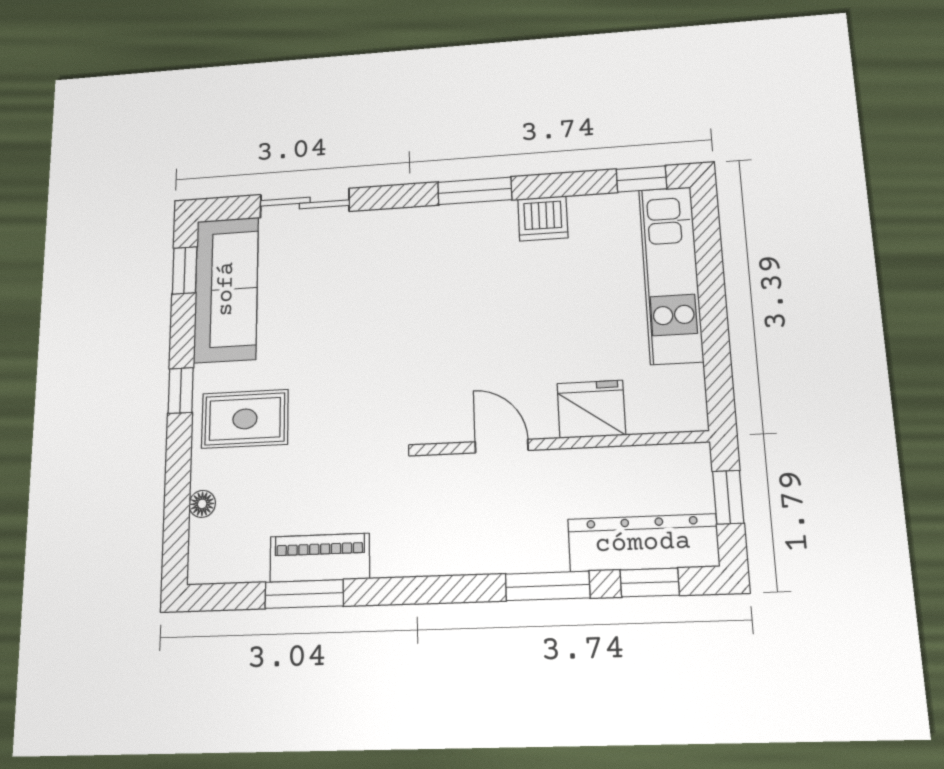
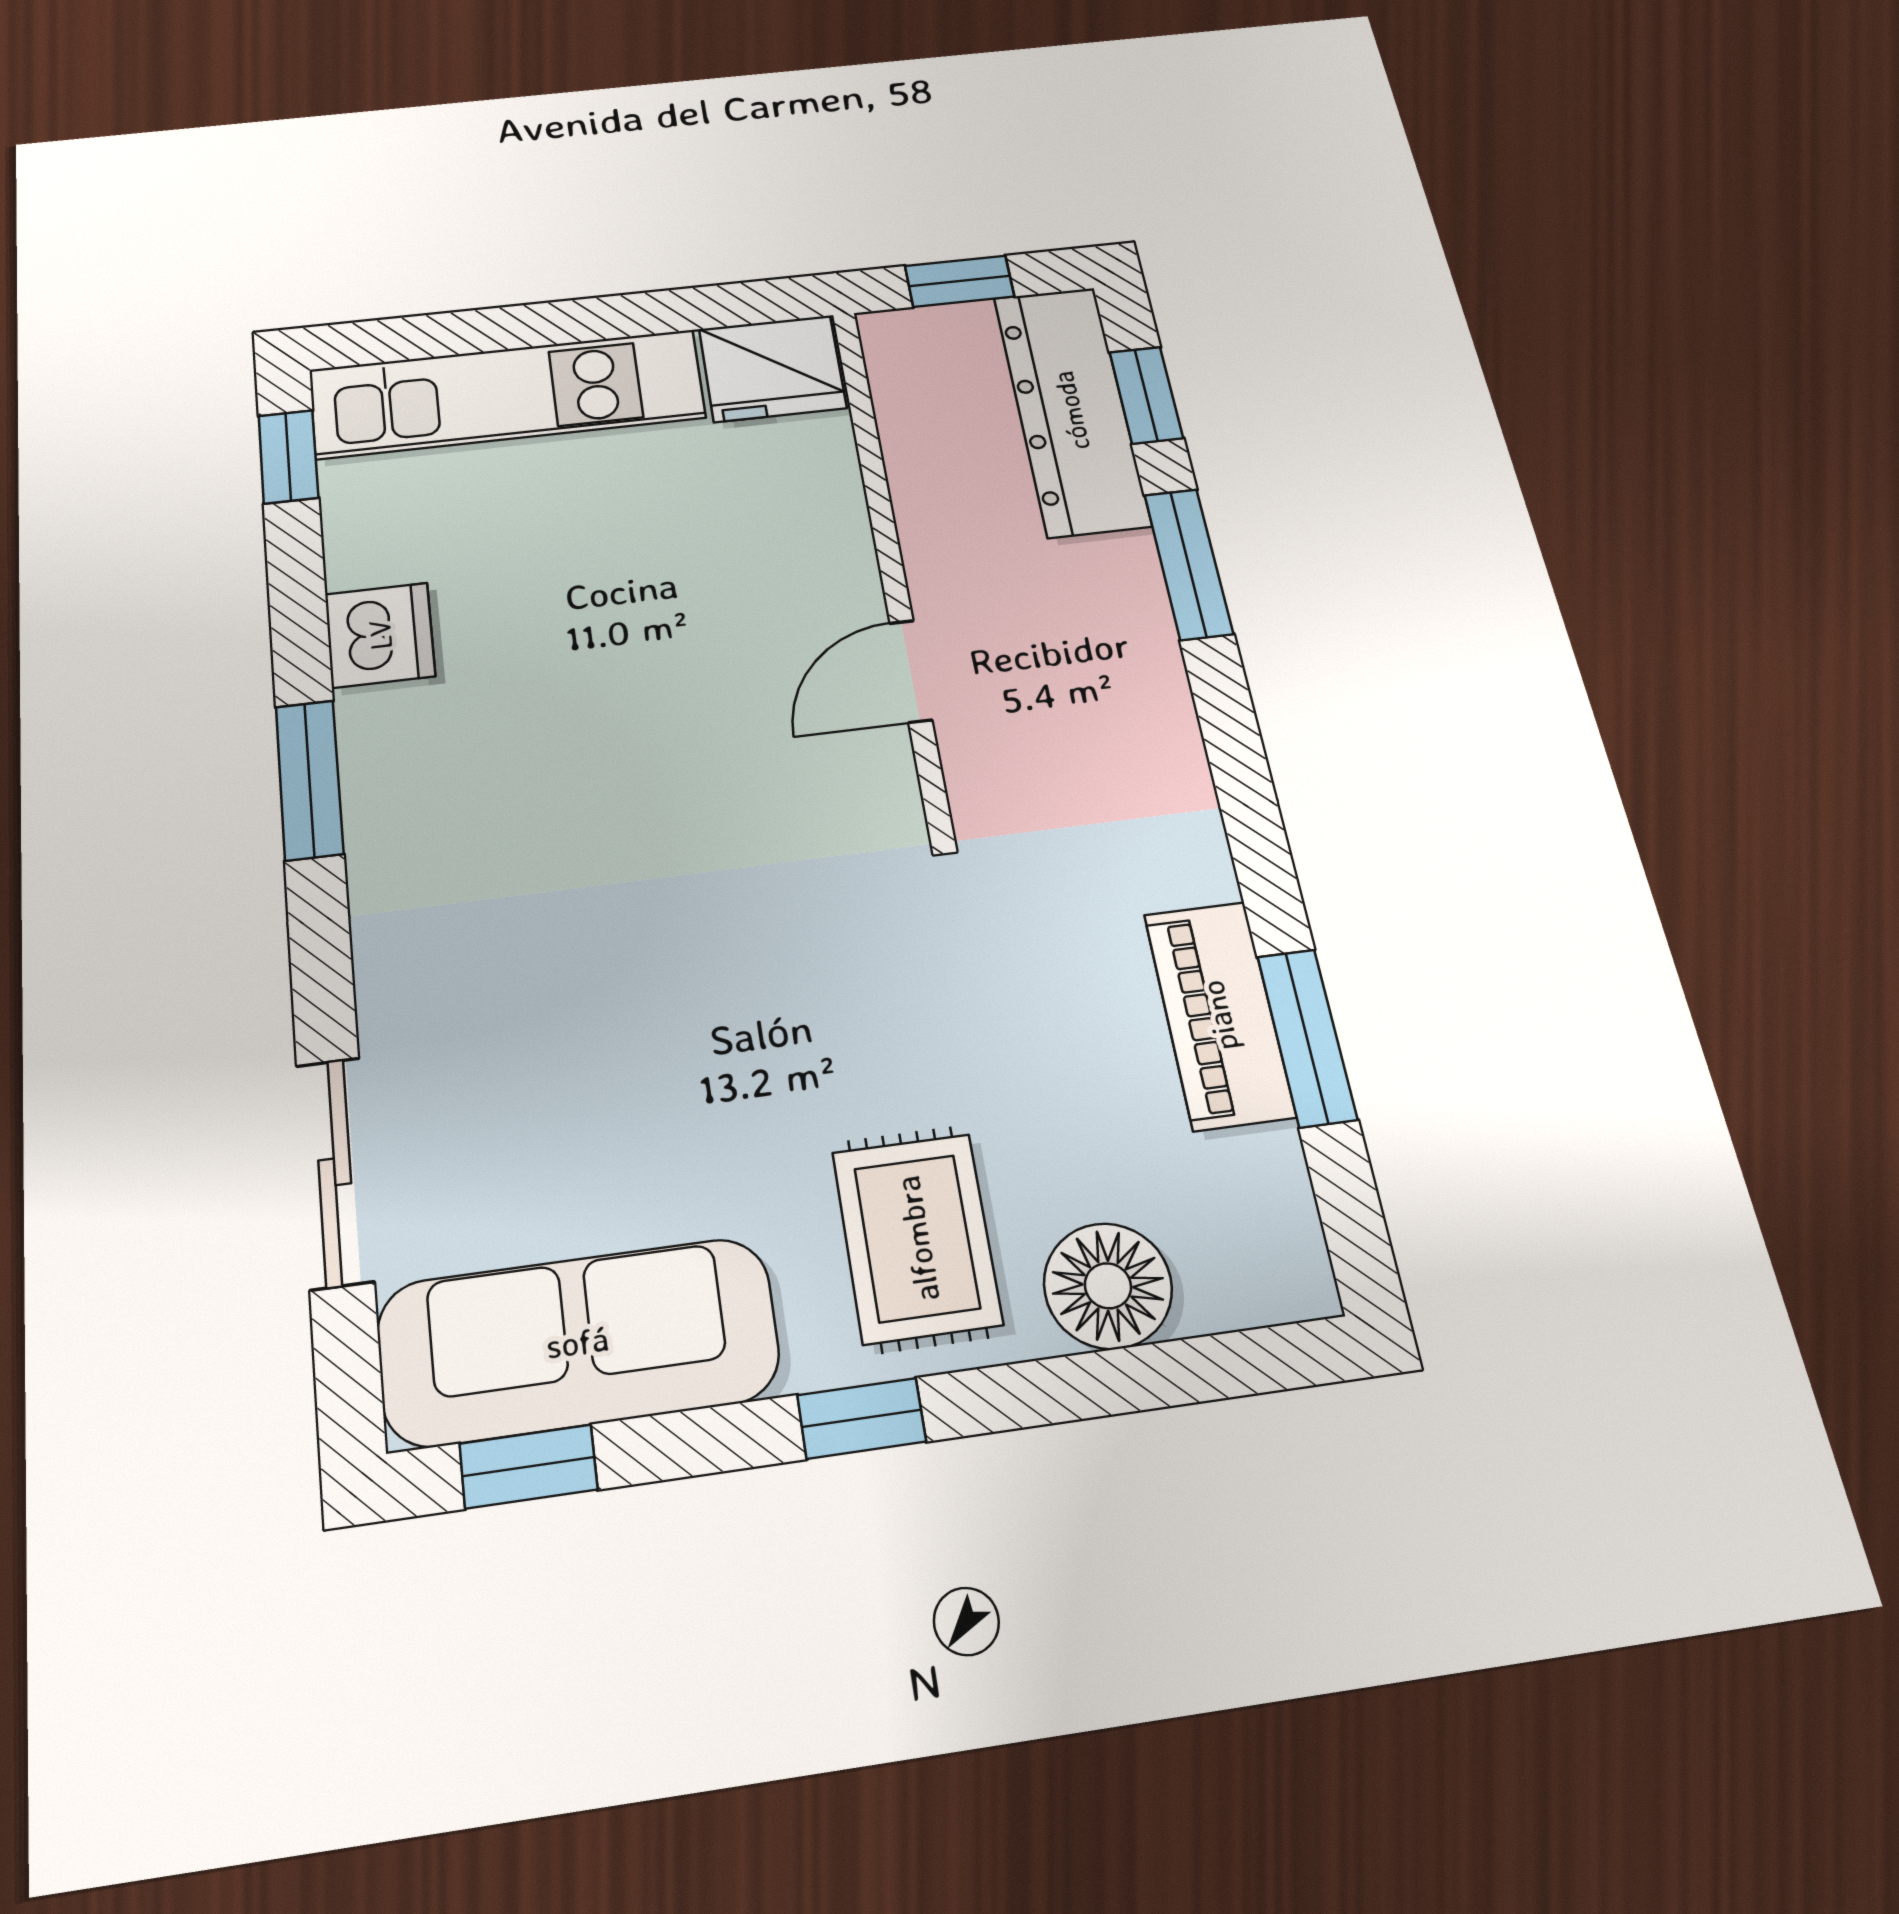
fridge: (591, 409) -> (773, 368), moved, turned -90
floor lamp: (202, 504) -> (1108, 1286), width x1.89, depth x1.89

